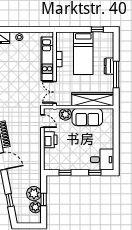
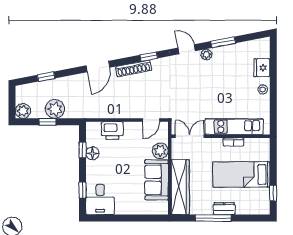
printer: (50, 140) -> (112, 131), moved
floor lamp: (67, 165) -> (92, 153), added
plant: (35, 207) -> (23, 111), moved

